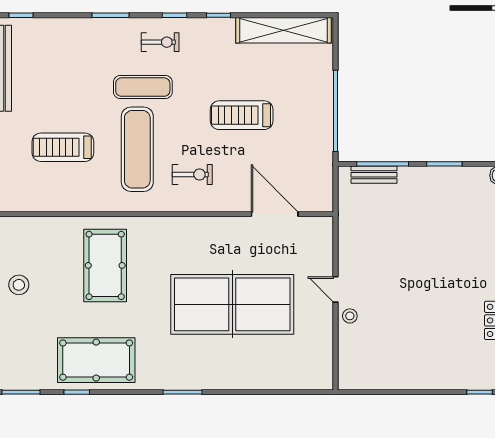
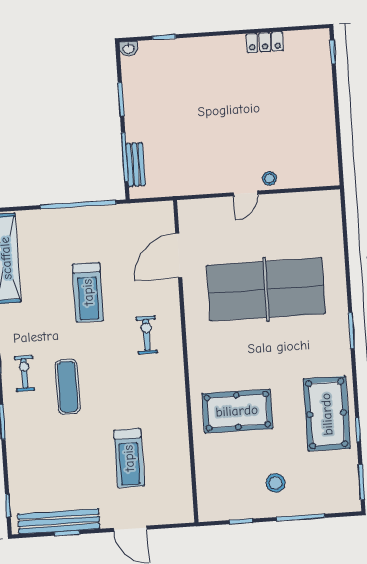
exercise mat: (137, 149) -> (126, 388), removed
stool: (19, 285) -> (276, 483), moved
table tennis table: (232, 304) -> (266, 289), turned 90

